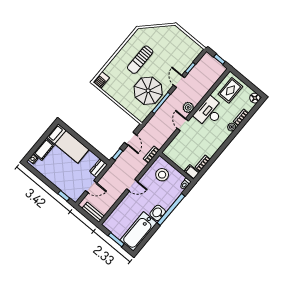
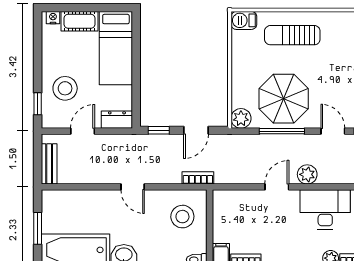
sun lounger: (140, 60) -> (292, 35), moved
door: (179, 81) -> (333, 131), hinge flipped
plant: (141, 116) -> (241, 118), added
stool: (67, 179) -> (65, 88), added
door: (91, 187) -> (83, 131), swing flipped

